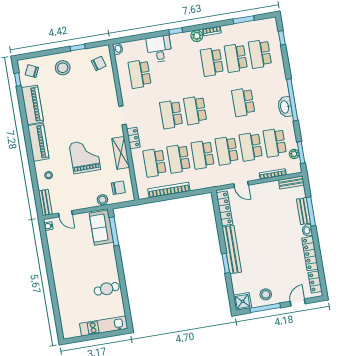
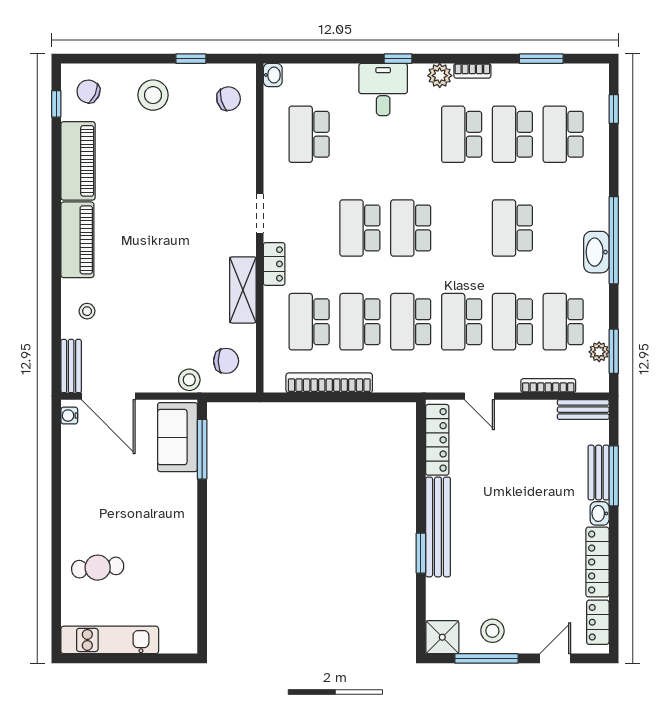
desk: (159, 49) -> (383, 89), moved
grand piano: (85, 156) -> (168, 285), removed
door: (65, 214) -> (108, 396), width x1.87
cafe table: (107, 289) -> (98, 568), moved
kitchen unit: (104, 326) -> (110, 640), moved

